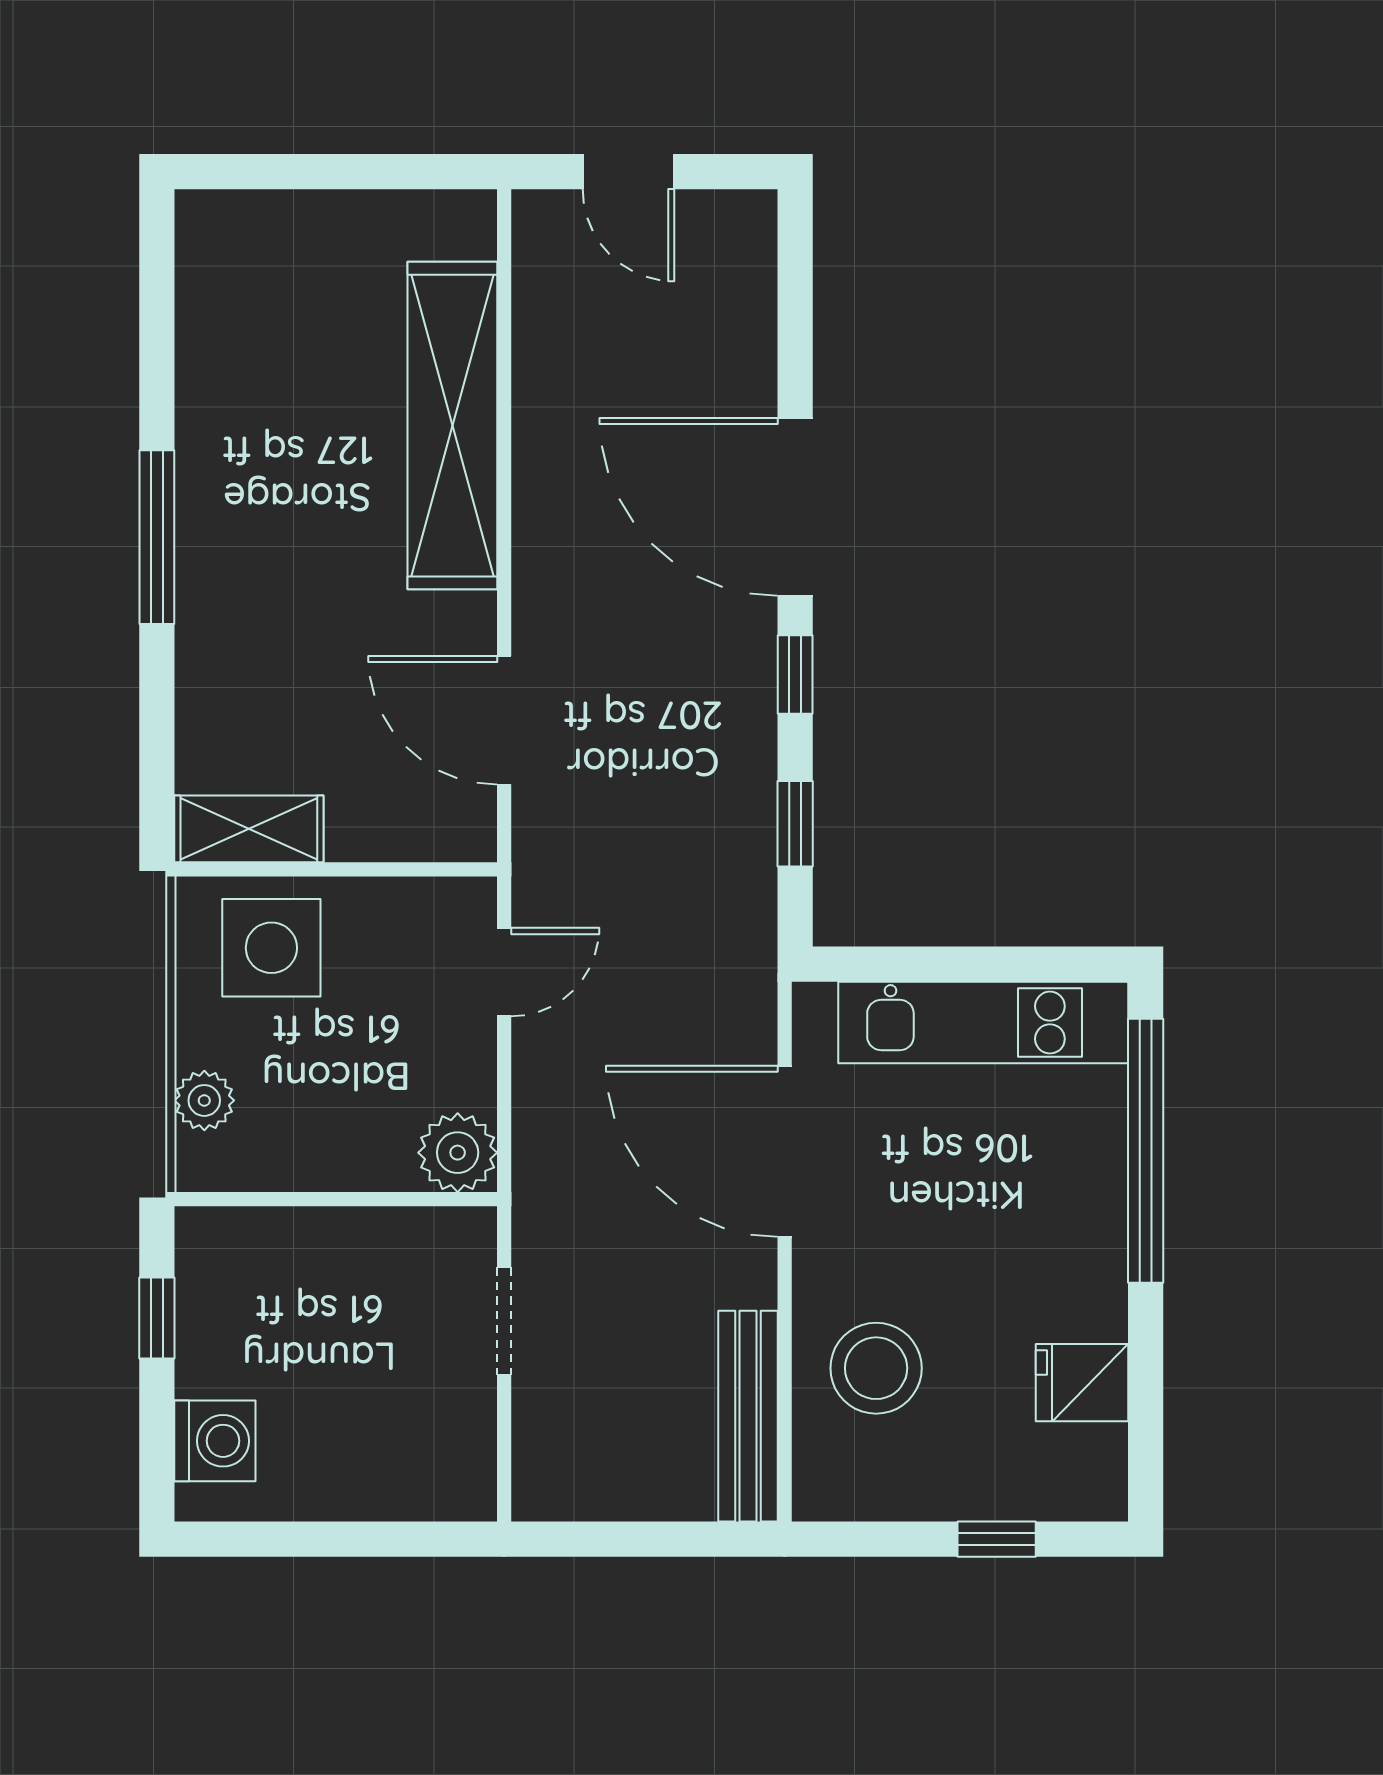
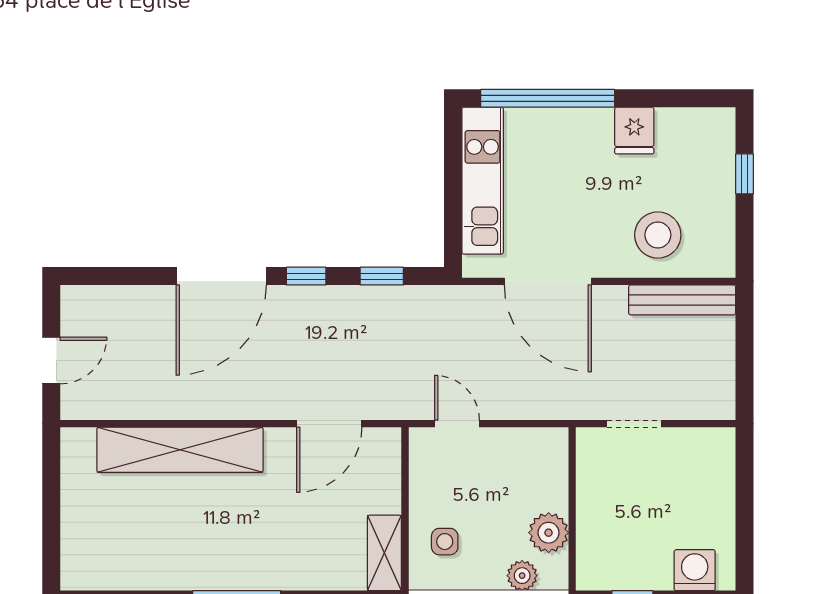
side table: (271, 948) -> (445, 542), width x0.54, depth x0.54
door: (785, 1151) -> (548, 281), hinge flipped
plant: (458, 1153) -> (549, 533), moved
fridge: (1082, 1383) -> (634, 131), moved

